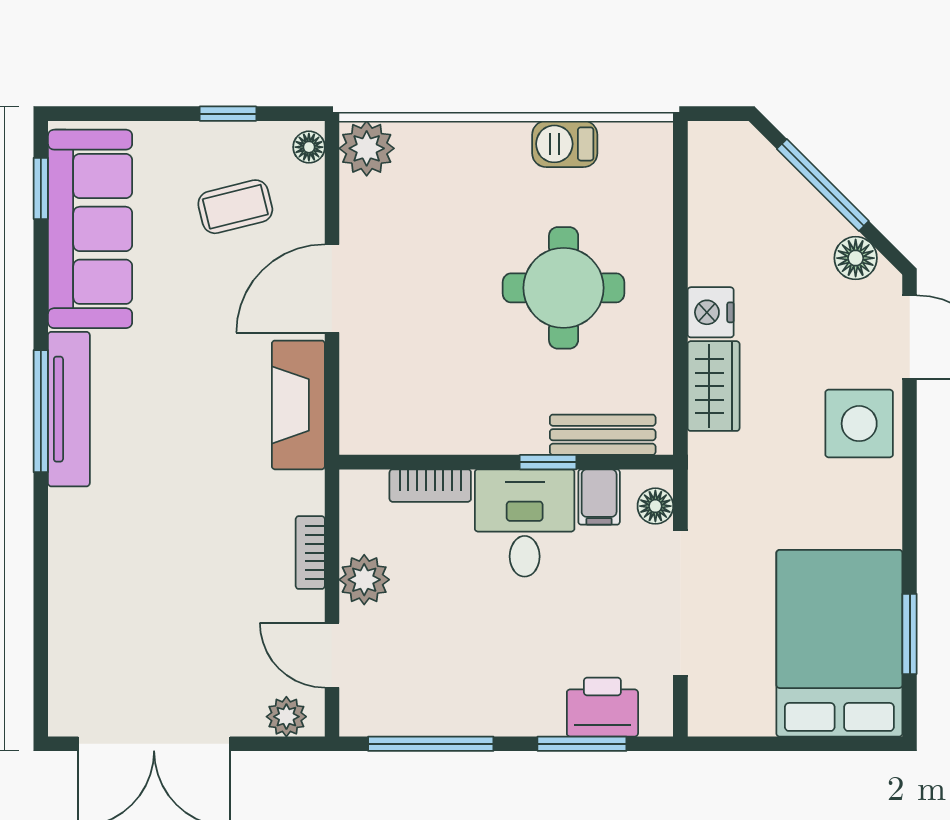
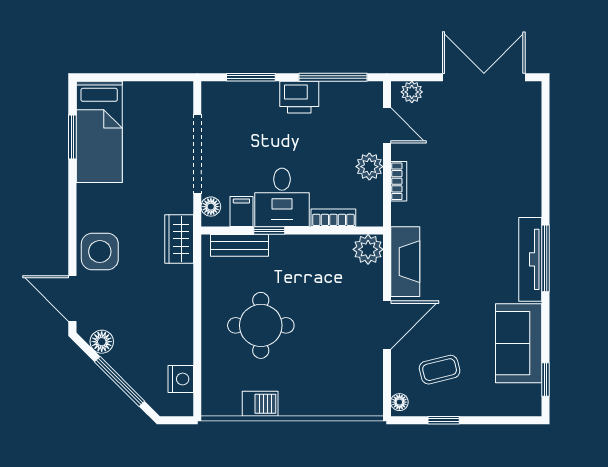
plant: (367, 148) -> (368, 249), moved
sofa: (90, 229) -> (519, 343), width x0.73
nightstand: (711, 312) -> (181, 379), moved
wardrobe: (714, 386) -> (179, 239), moved
bed: (839, 643) -> (99, 132), width x0.67
printer: (602, 707) -> (299, 97), moved

